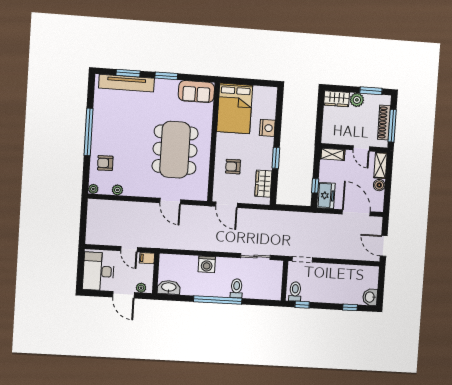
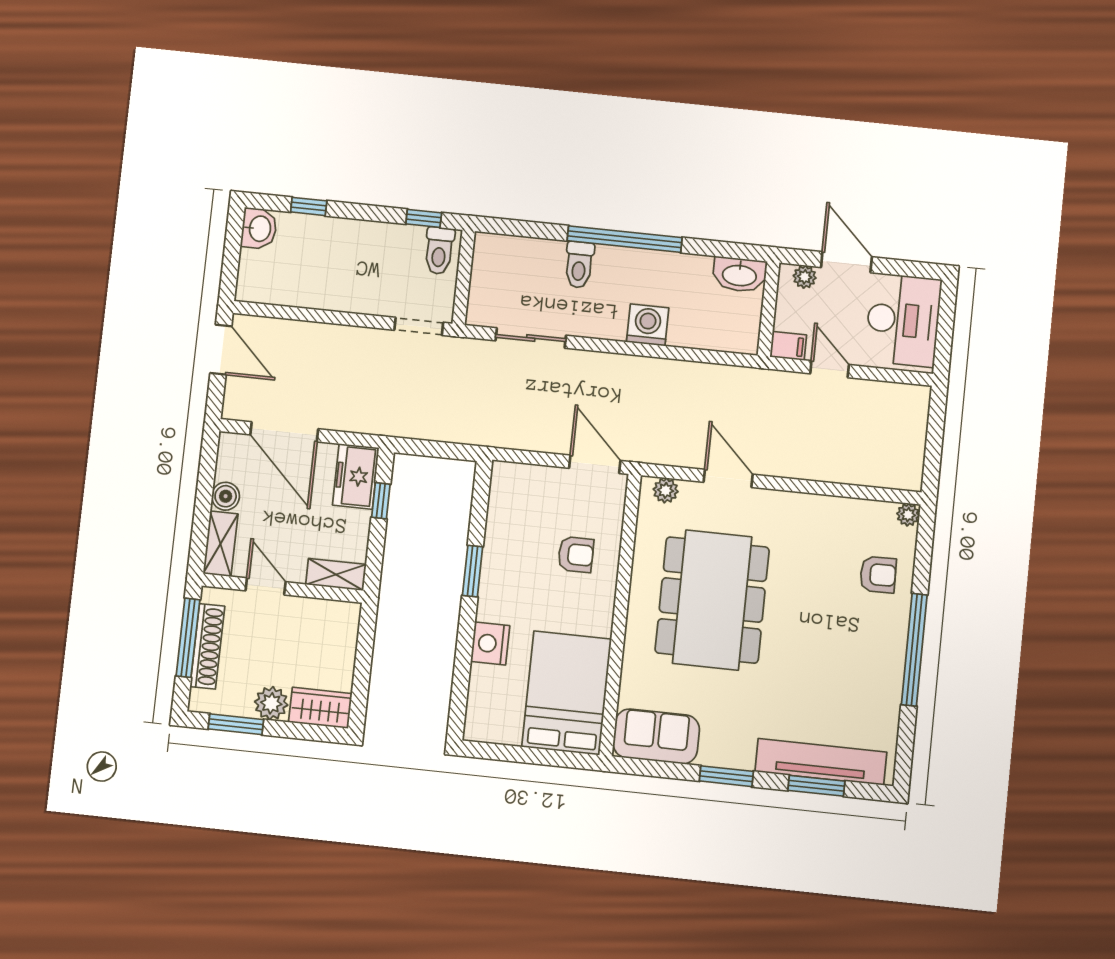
wardrobe: (263, 184) -> (505, 511), removed
plant: (117, 190) -> (666, 490), moved

